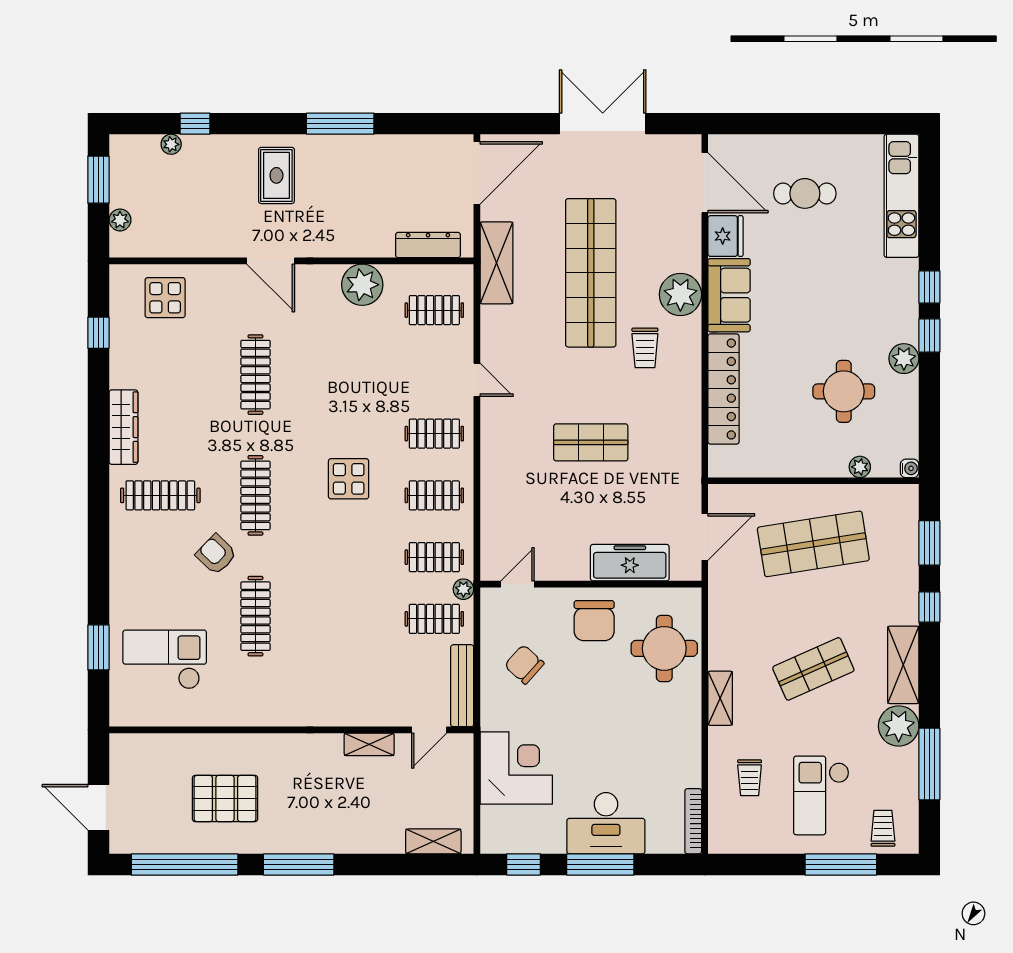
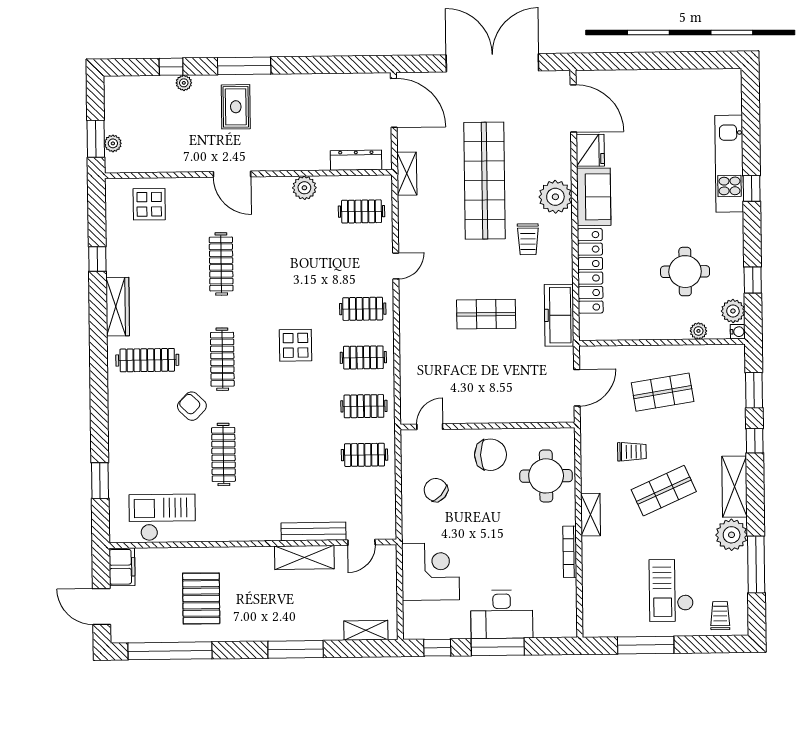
window: (340, 124) -> (244, 66), moved
double door: (603, 124) -> (492, 63), width x1.36
plant: (171, 144) -> (184, 83), moved
door: (477, 173) -> (394, 103), hinge flipped
window: (98, 180) -> (96, 139), moved
cafe table: (805, 193) -> (653, 116), removed
kitchen unit: (901, 196) -> (729, 164), moved
shelving: (496, 263) -> (407, 174), width x0.67, depth x0.75
plant: (362, 285) -> (304, 188), width x0.73, depth x0.73
window: (98, 333) -> (97, 259), moved
window: (929, 335) -> (753, 280), moved
plant: (904, 359) -> (733, 311), moved
door: (477, 380) -> (396, 266), hinge flipped
shop shelf: (813, 544) -> (663, 392), width x0.70, depth x0.74
freezer: (630, 563) -> (559, 315), moved, turned -90
plant: (463, 589) -> (387, 431), removed
chair: (594, 621) -> (490, 455), turned -90
checkout: (165, 659) -> (162, 517), moved
bench: (462, 686) -> (313, 531), moved, turned 90
shelving: (369, 744) -> (304, 557), width x1.50, depth x1.33
filing cabinet: (125, 757) -> (122, 567), added
trolley: (750, 778) -> (632, 452), moved, turned -90
pallet: (225, 798) -> (201, 598), turned 90
bookcase: (693, 821) -> (570, 552), moved
window: (299, 864) -> (296, 649), moved
window: (841, 864) -> (646, 645), moved

